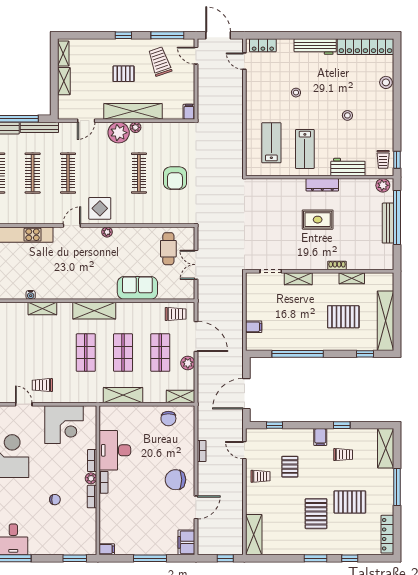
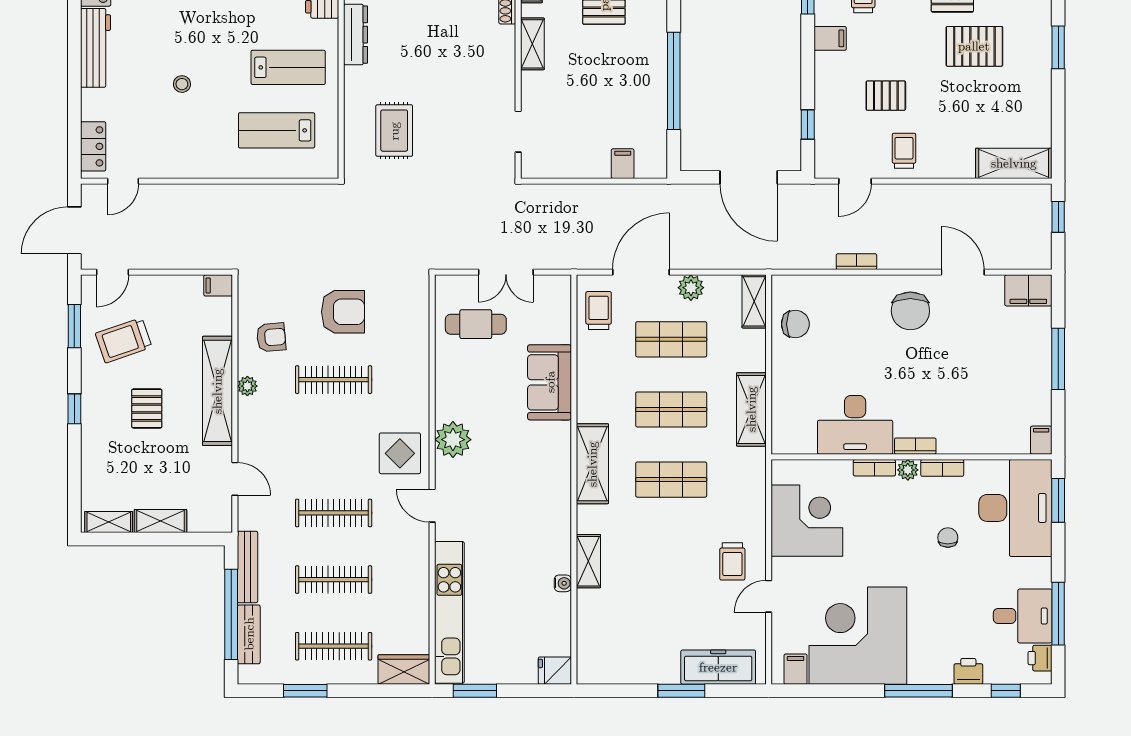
window: (167, 35) -> (74, 326), width x0.69
plant: (119, 133) -> (257, 418), removed
armchair: (161, 140) -> (271, 337), added
rug: (318, 220) -> (394, 131), moved
plant: (107, 232) -> (453, 440), width x1.88, depth x1.88
shelving: (298, 279) -> (532, 44), moved
desk: (71, 535) -> (1015, 508), added

